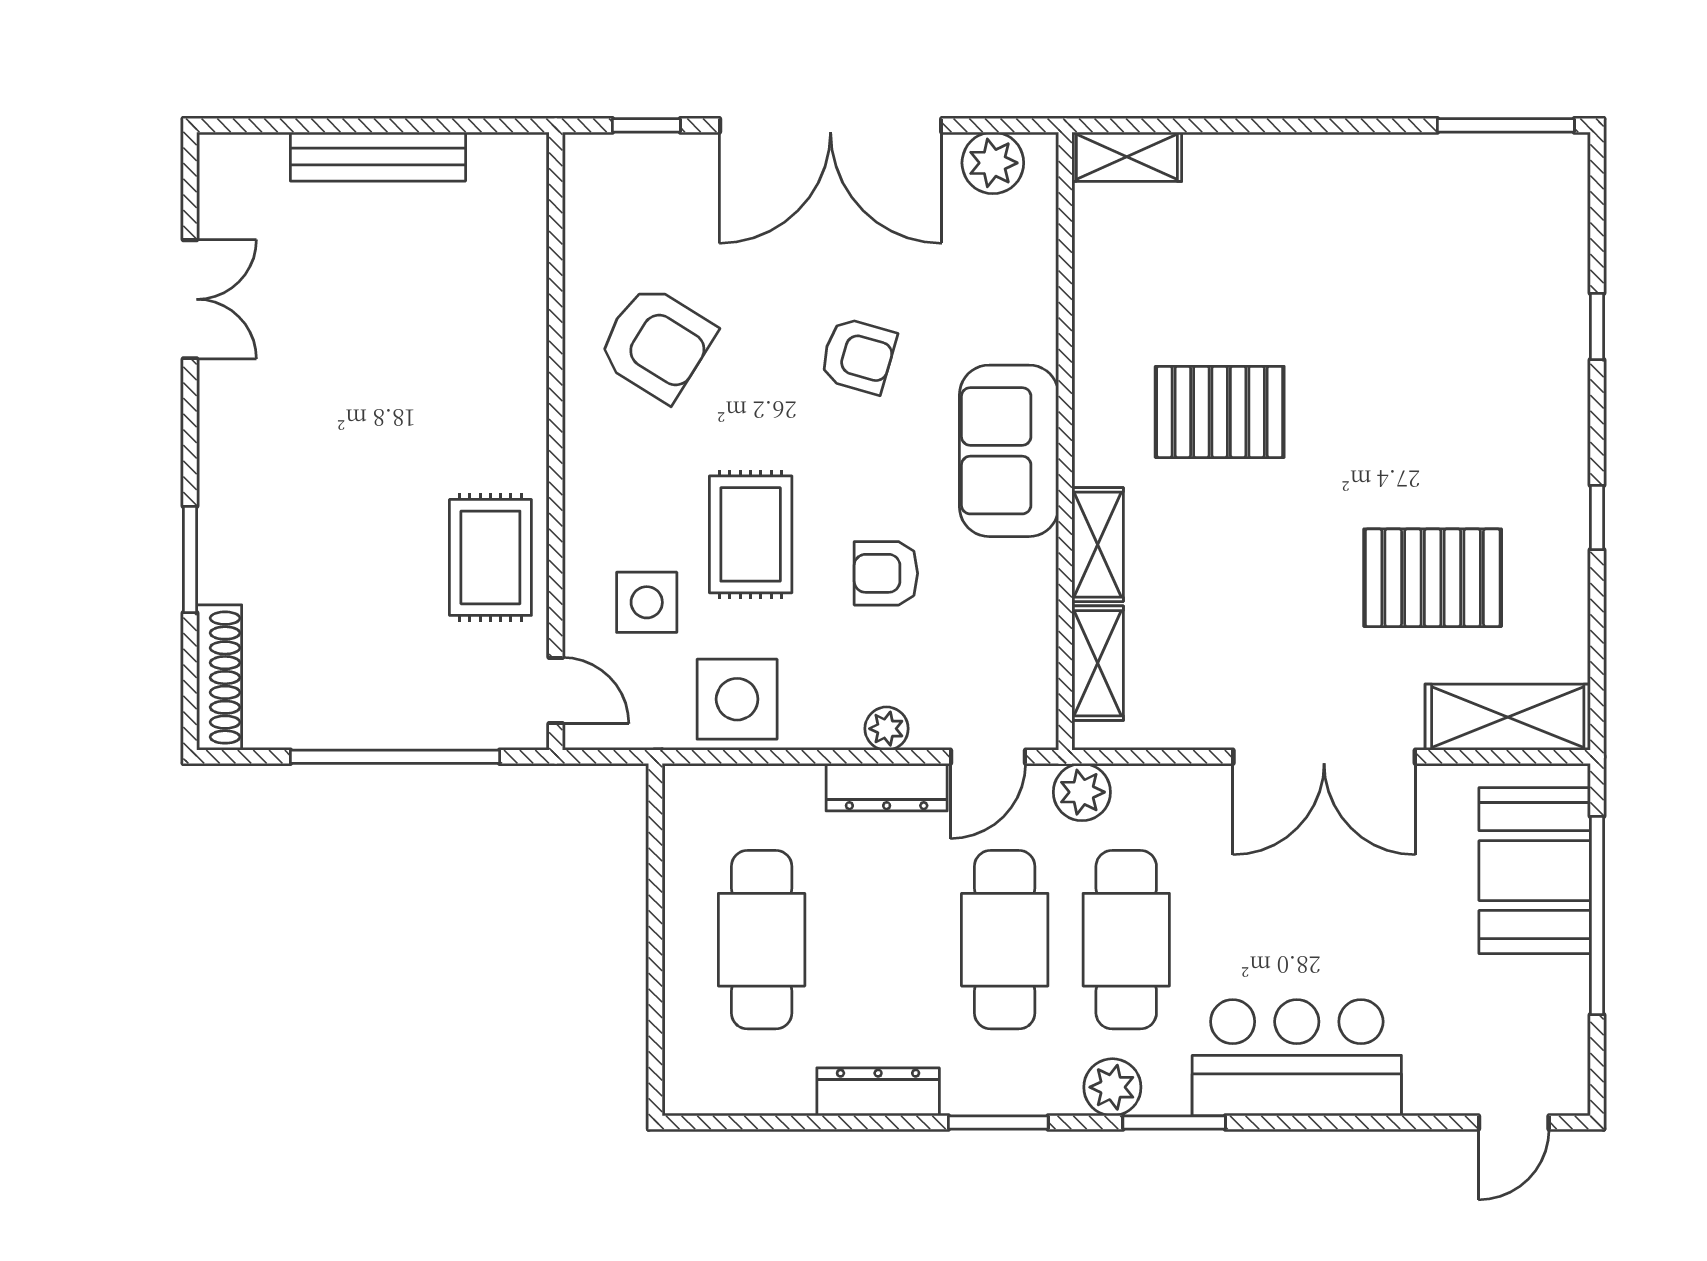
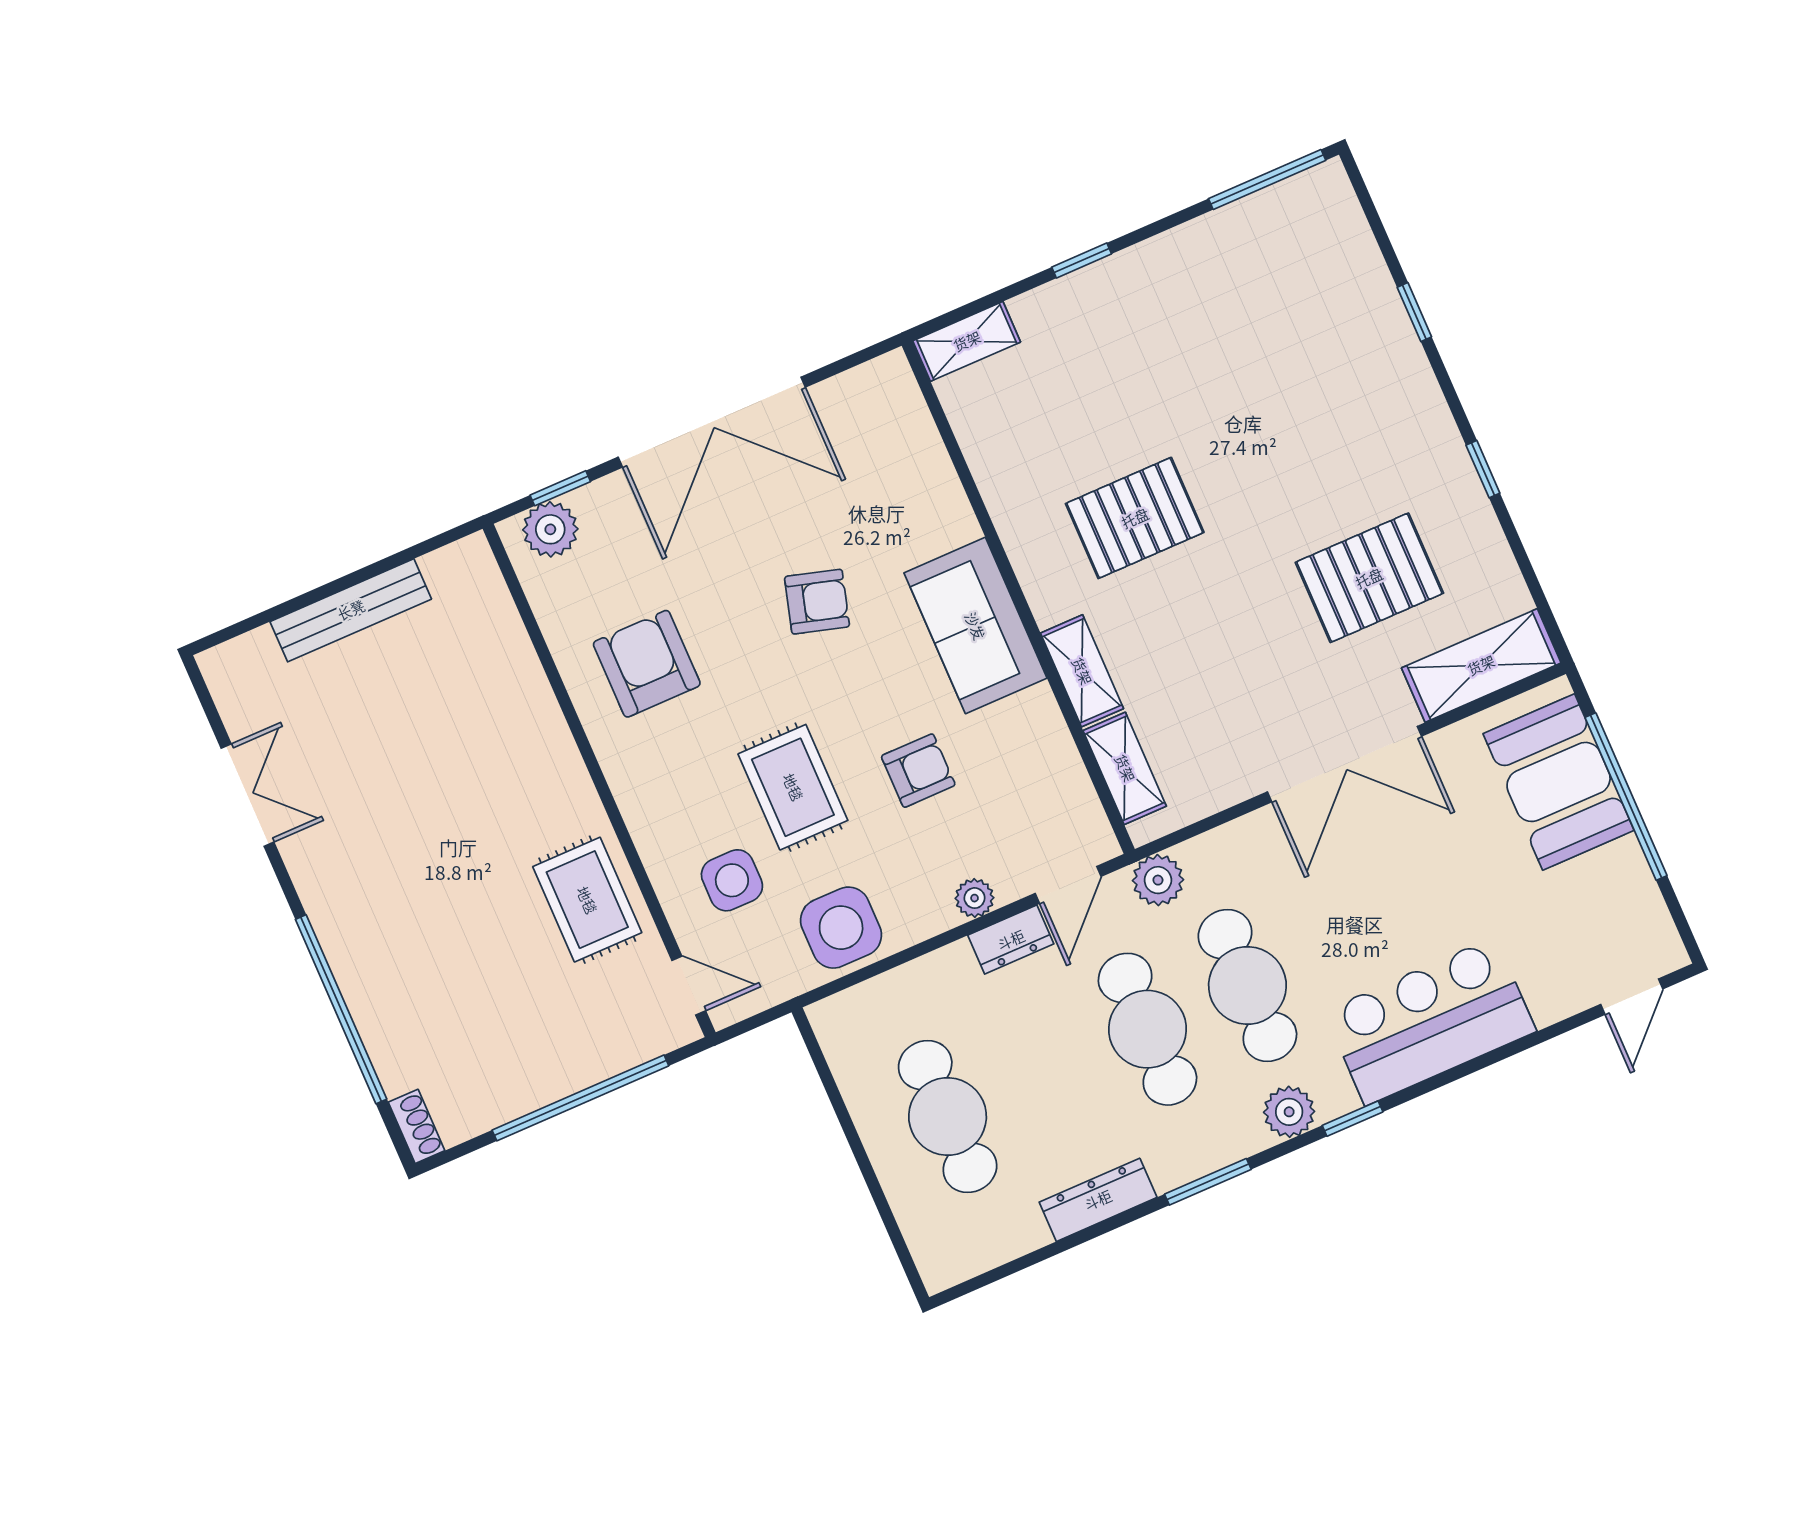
window: (1280, 125) -> (1082, 260), added
plant: (993, 163) -> (550, 529), moved
armchair: (656, 343) -> (647, 664), turned -122
window: (190, 560) -> (341, 1009), width x2.11
armchair: (886, 573) -> (918, 771), turned 180
shoe rack: (219, 678) -> (417, 1126), width x0.51, depth x0.81
dresser: (887, 787) -> (1011, 940), width x0.70
window: (1174, 1122) -> (1353, 1119), width x0.67

